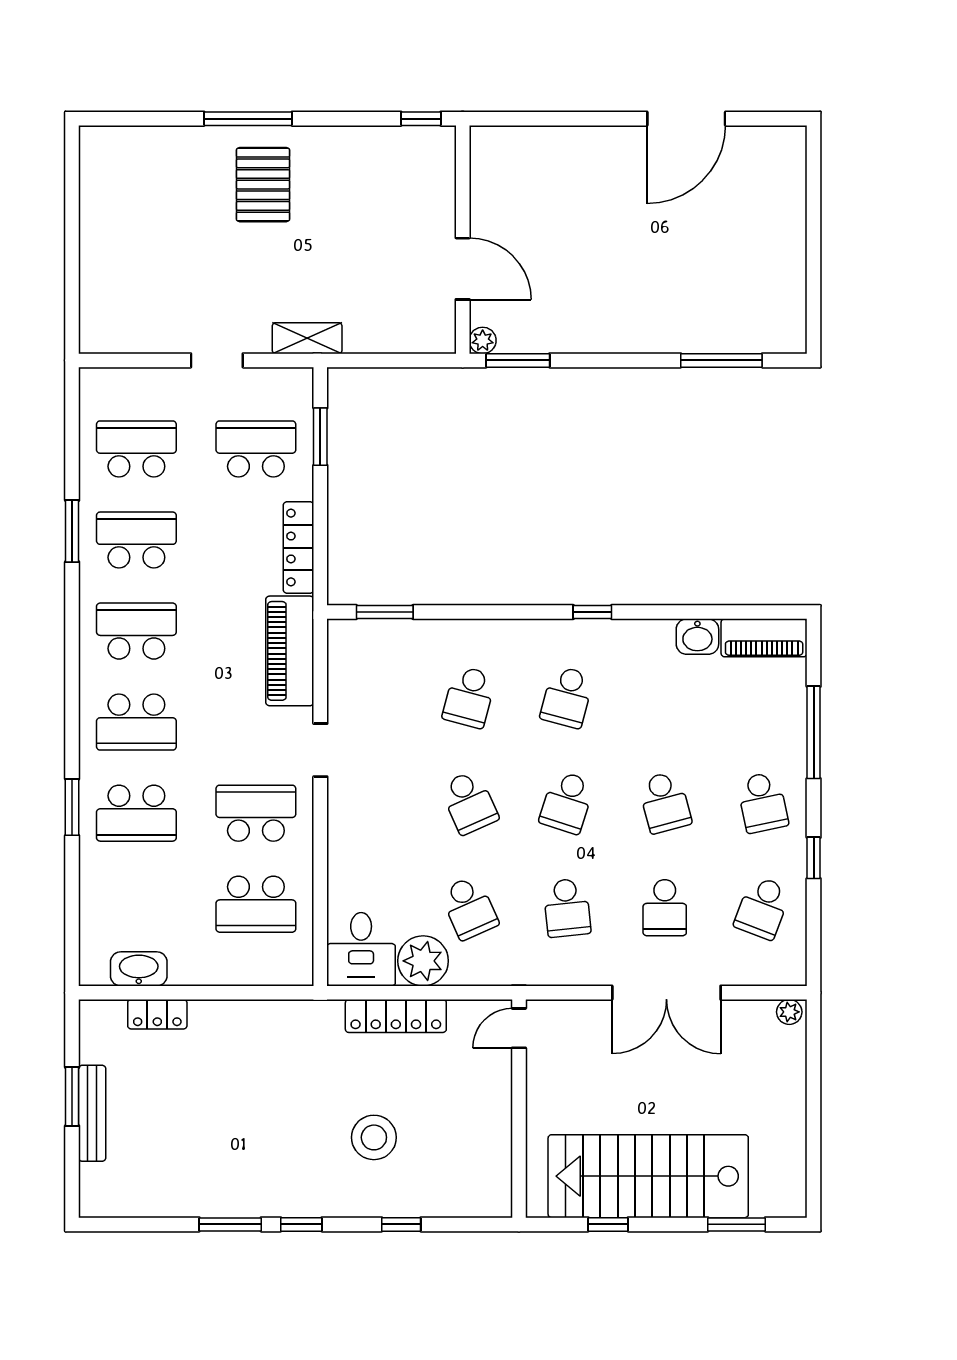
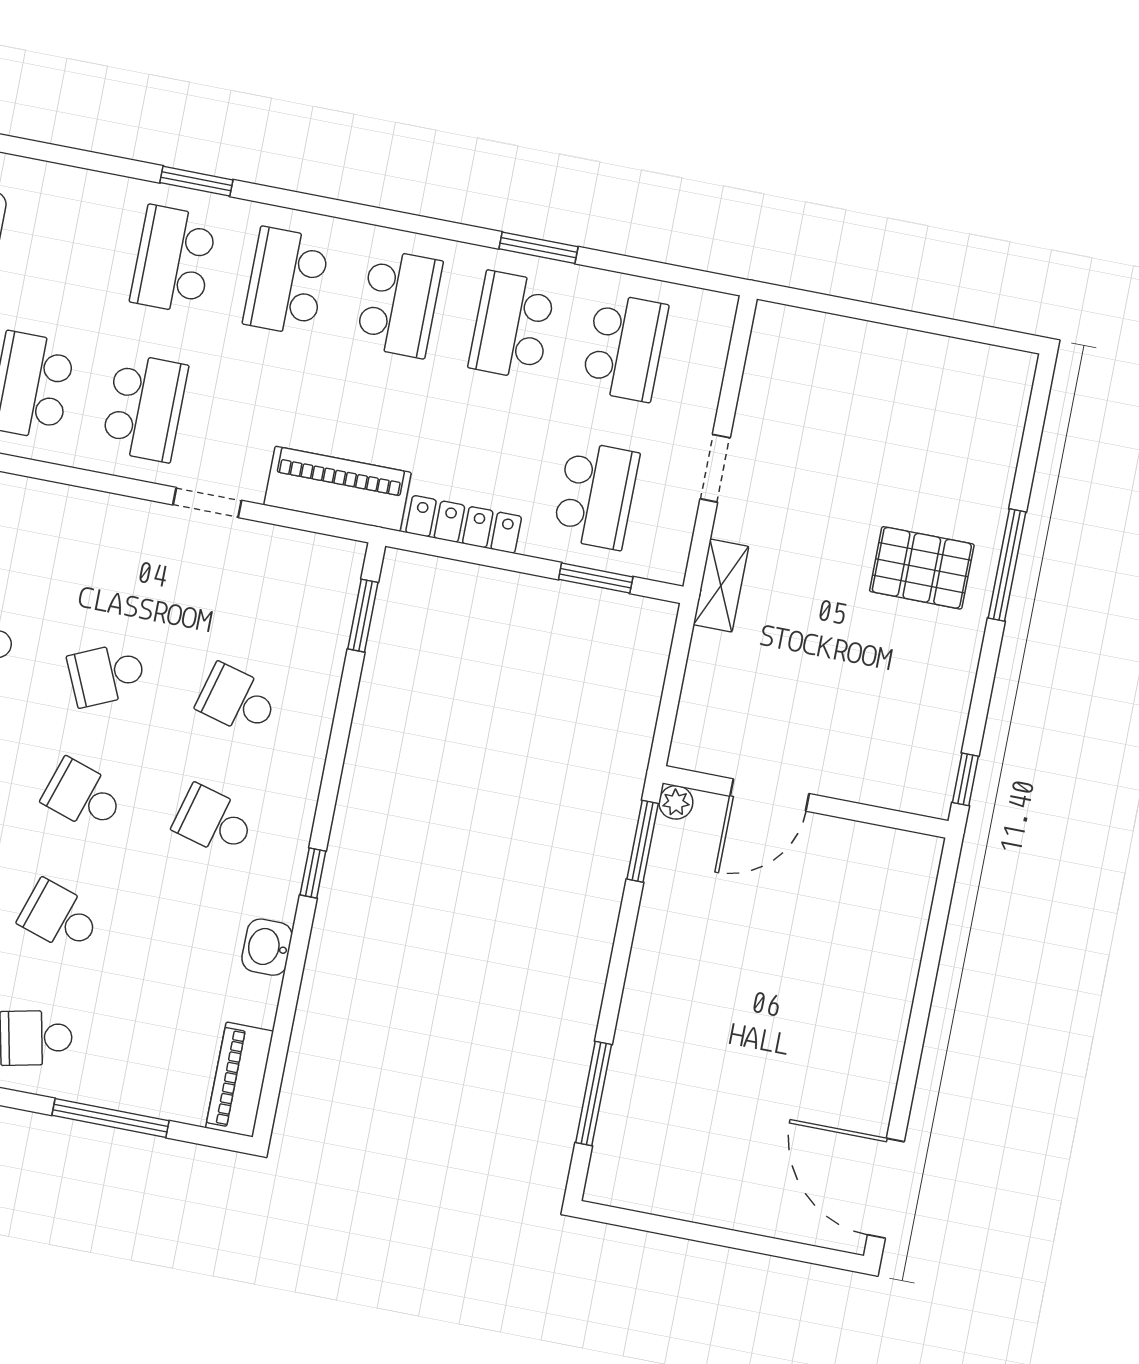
door: (686, 119) -> (886, 1188), moved
school desk: (136, 540) -> (512, 325), turned 180
washbasin: (697, 637) -> (267, 947), moved
school desk: (665, 802) -> (60, 917), turned 33

